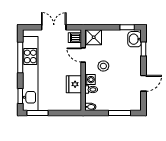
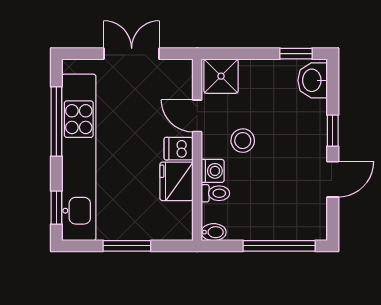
dishwasher: (75, 38) -> (179, 149), moved
window: (144, 49) -> (333, 131), moved
window: (38, 113) -> (127, 246), moved
window: (120, 113) -> (279, 246), width x1.44

